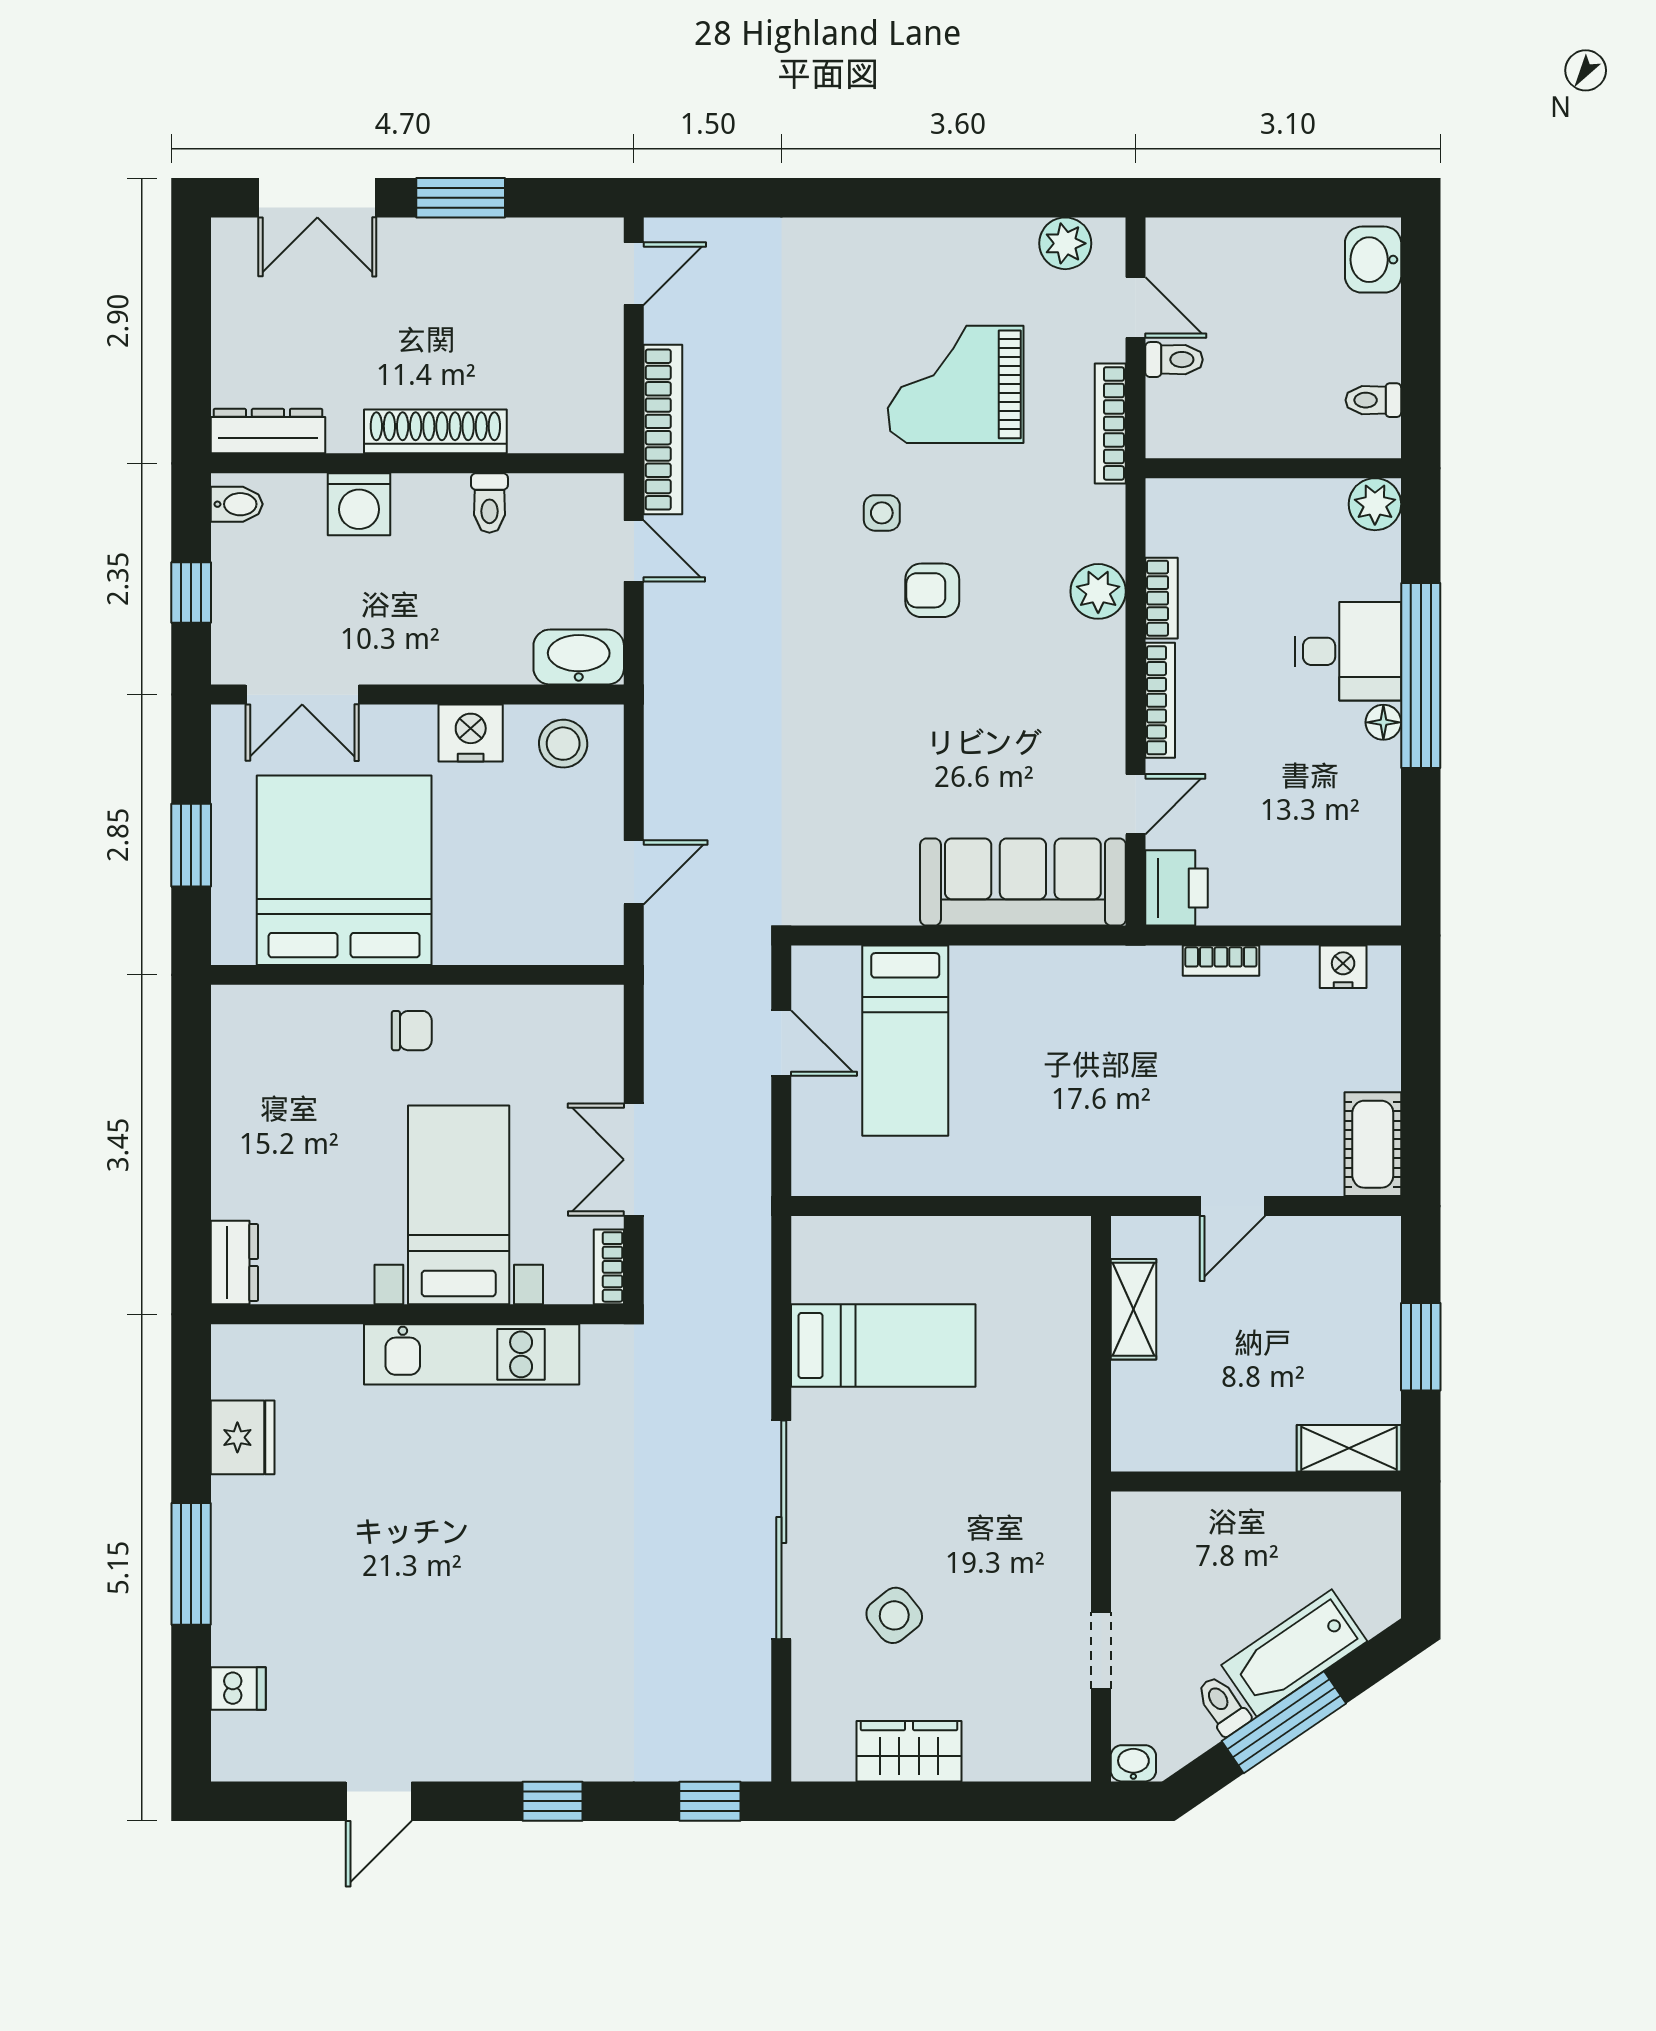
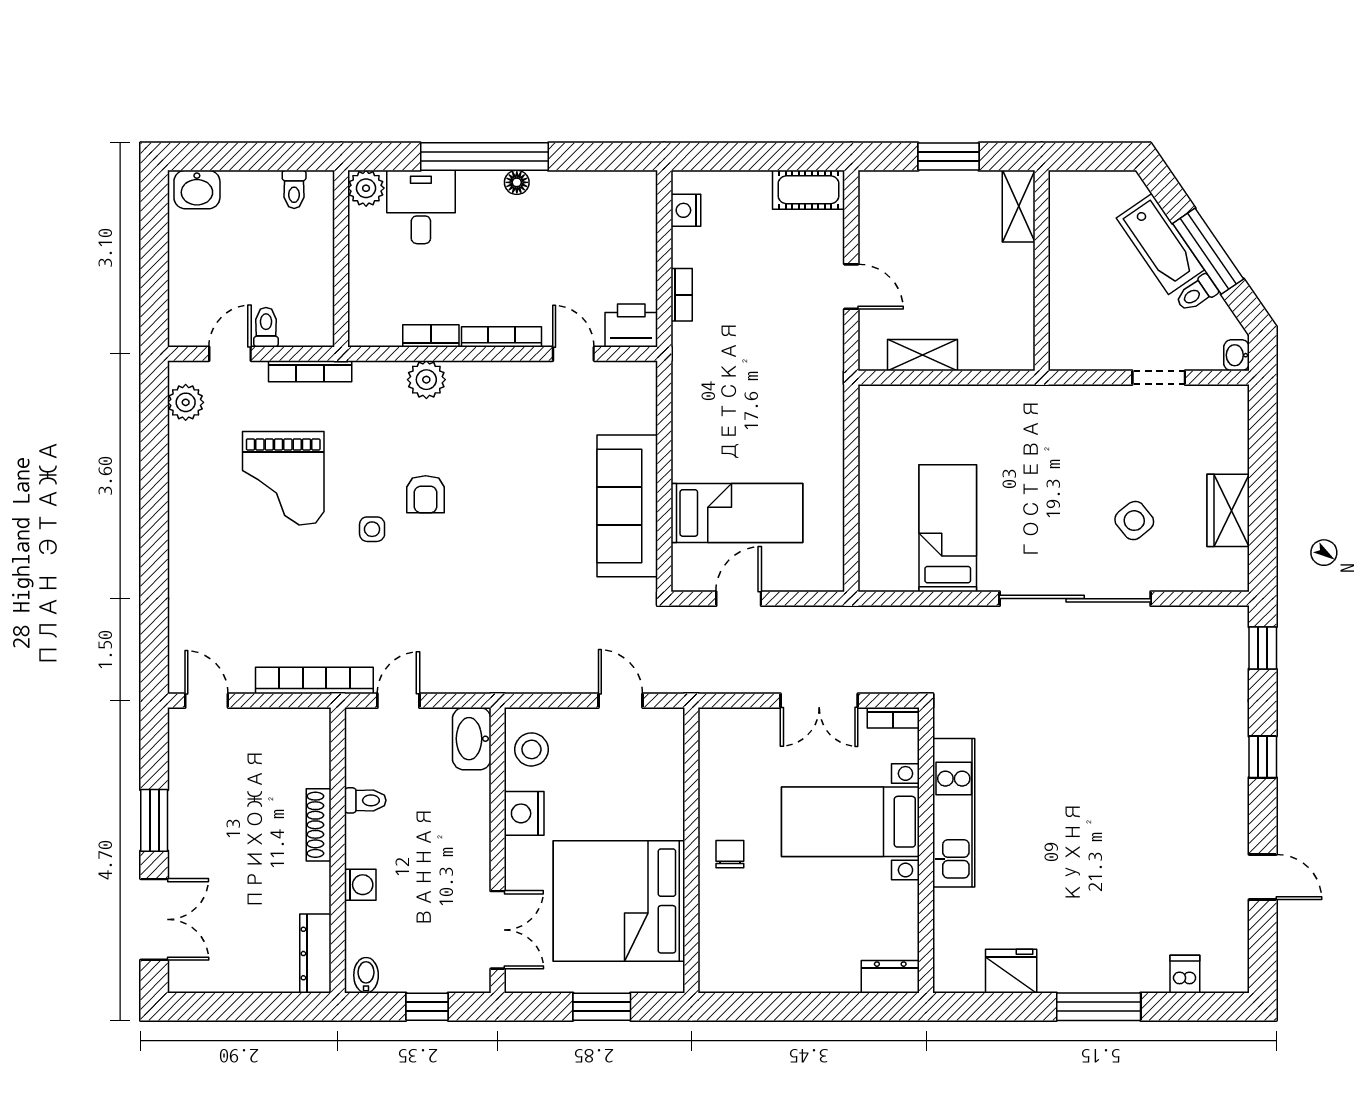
shoe rack: (435, 431) -> (319, 825), width x0.74, depth x0.81
washing machine: (359, 504) -> (360, 885), width x0.73, depth x0.73
desk: (1348, 651) -> (421, 207), moved
sofa: (1023, 882) -> (627, 506), moved

